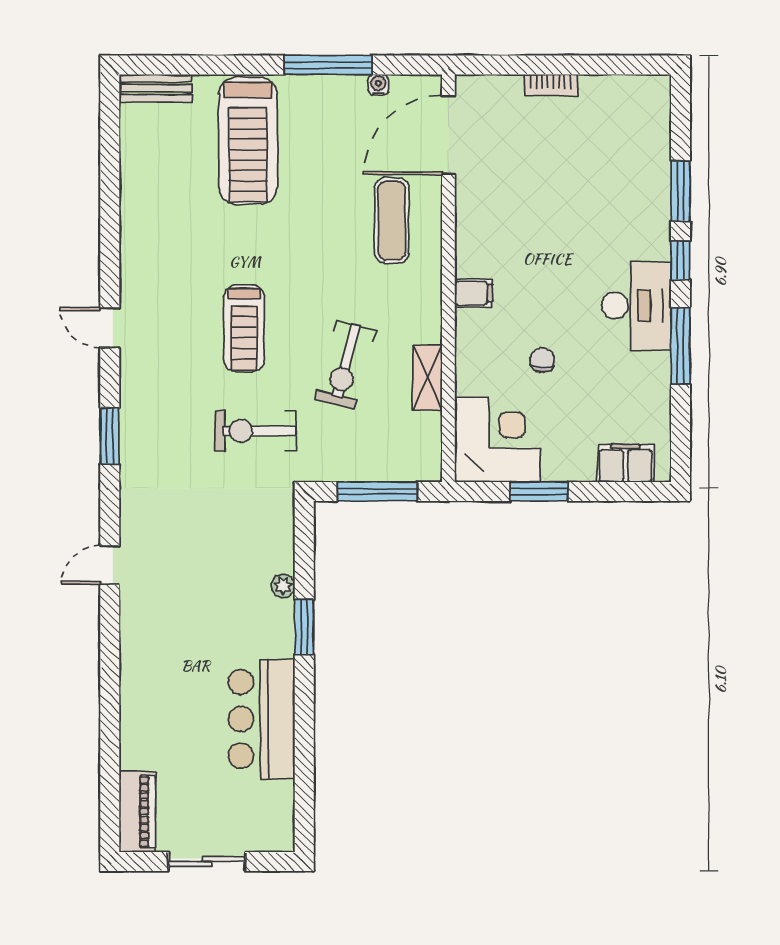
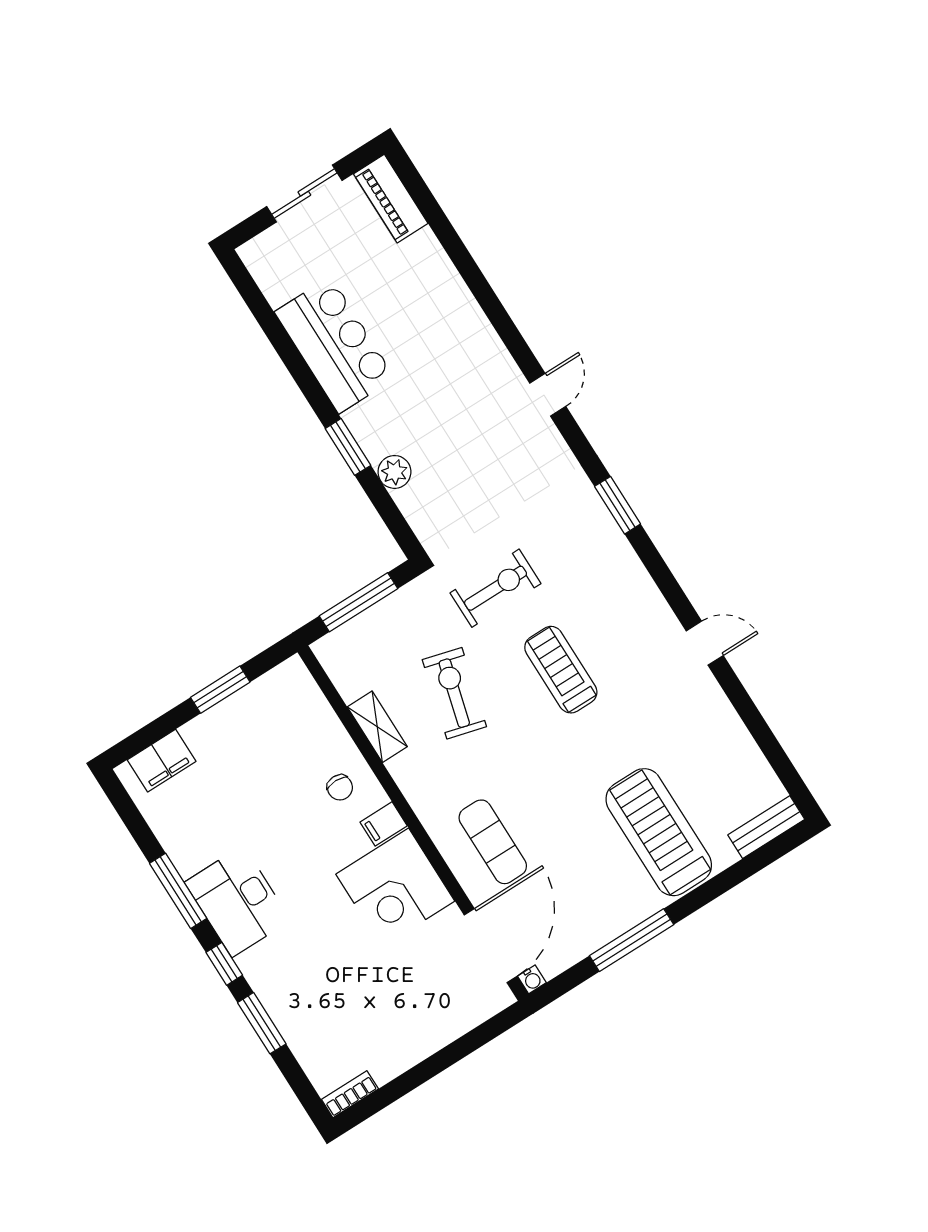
water cooler: (378, 85) -> (532, 979), moved
bookcase: (551, 85) -> (350, 1094), moved
door: (110, 328) -> (705, 643), moved
chair: (542, 360) -> (340, 787), moved
corner desk: (497, 439) -> (395, 888), moved
plant: (283, 586) -> (394, 472), width x1.38, depth x1.38

